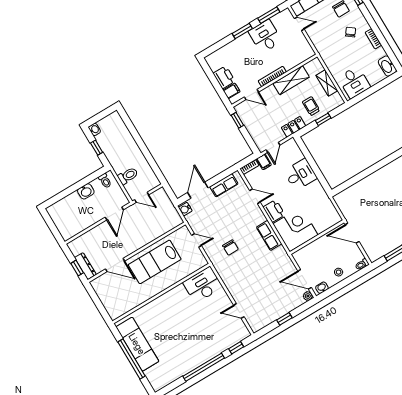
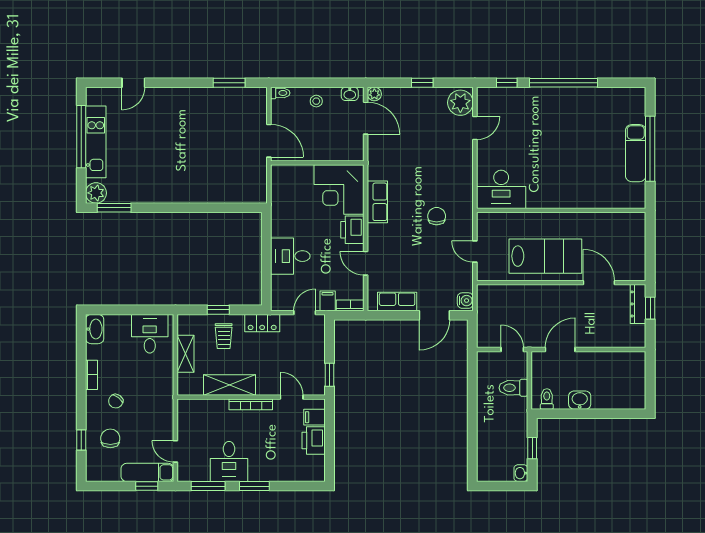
door: (239, 311) -> (475, 128), hinge flipped
plant: (256, 320) -> (460, 103), added
exam couch: (137, 344) -> (636, 153), width x0.73, depth x0.69

